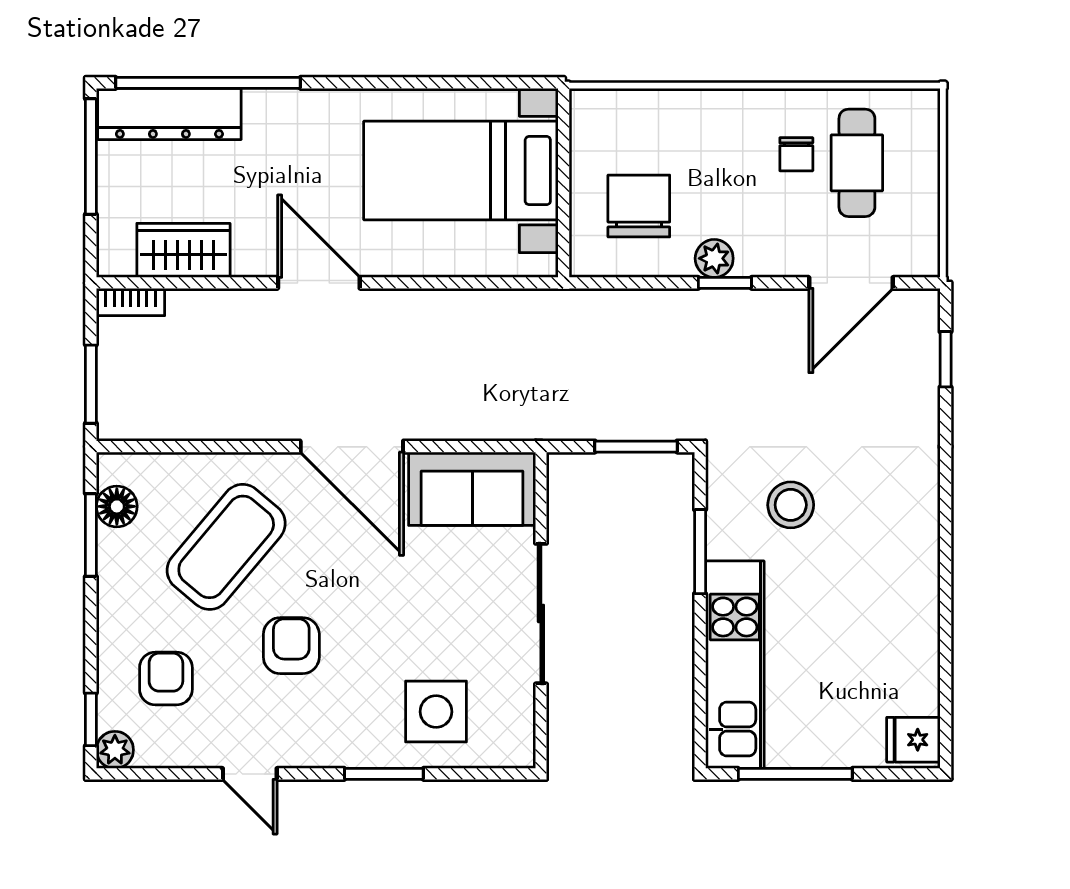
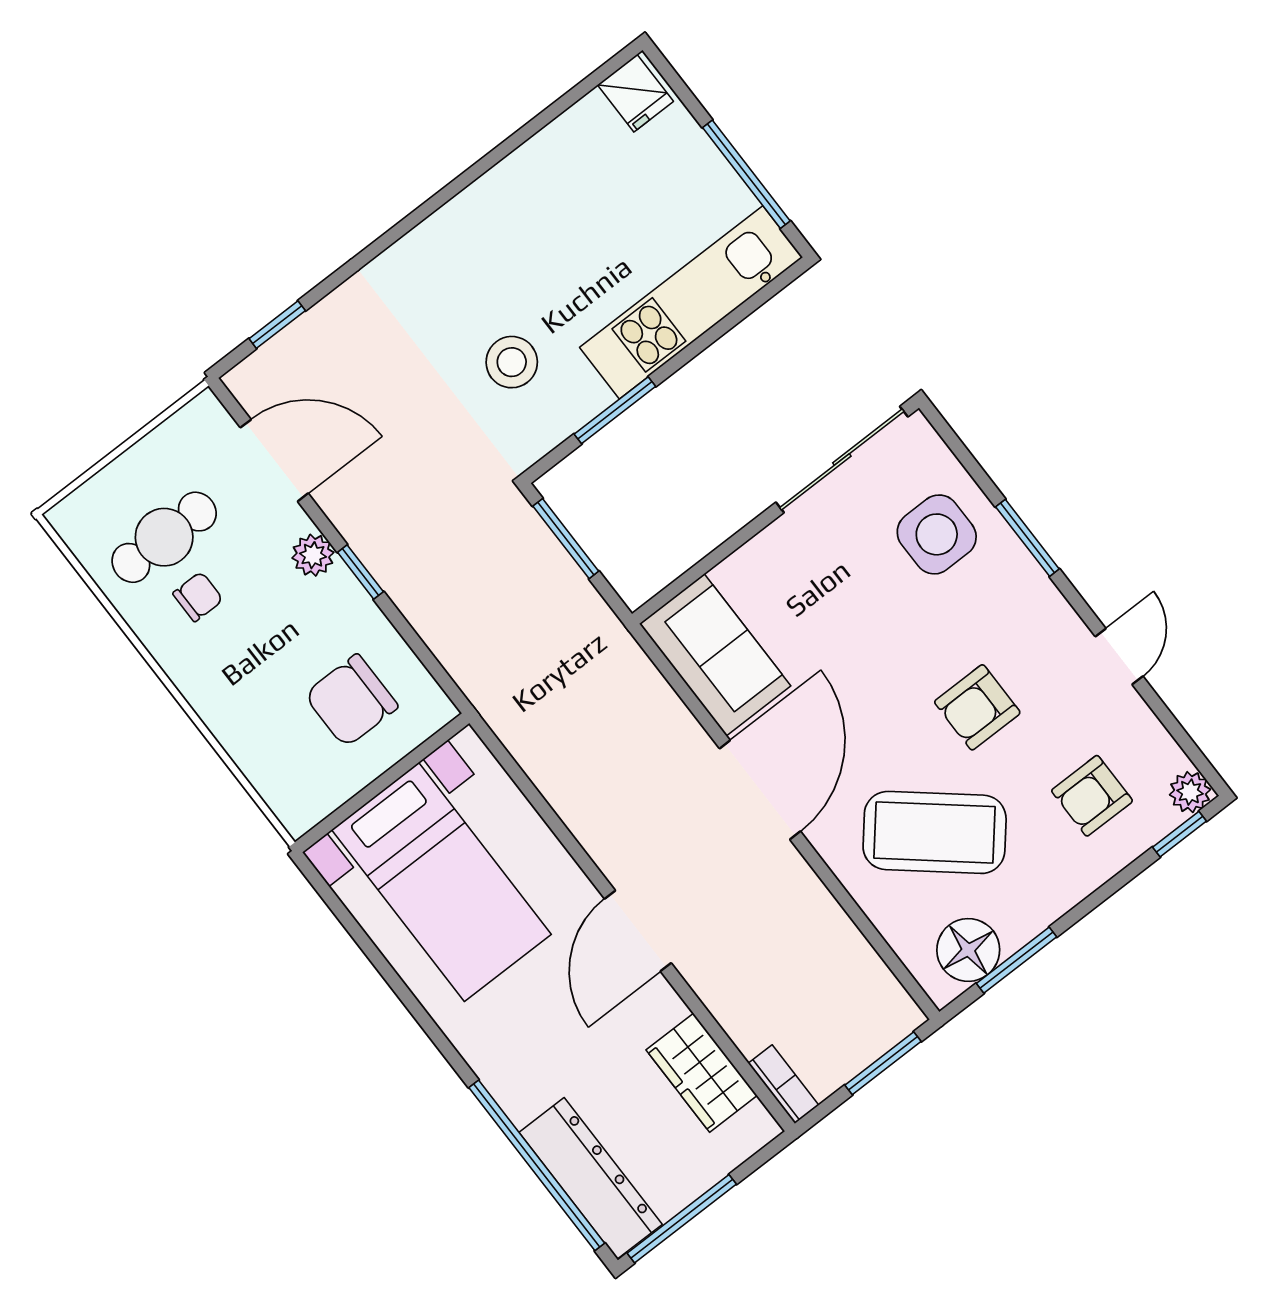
plant: (714, 258) -> (313, 555), moved
floor lamp: (117, 506) -> (968, 950), width x1.38, depth x1.38
sliding door: (541, 614) -> (842, 460), moved

